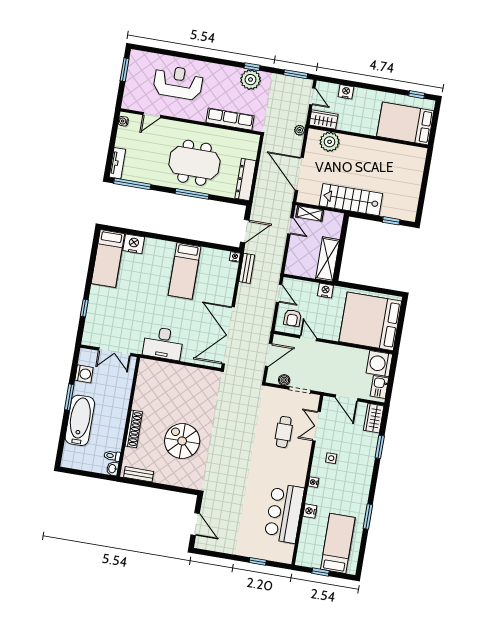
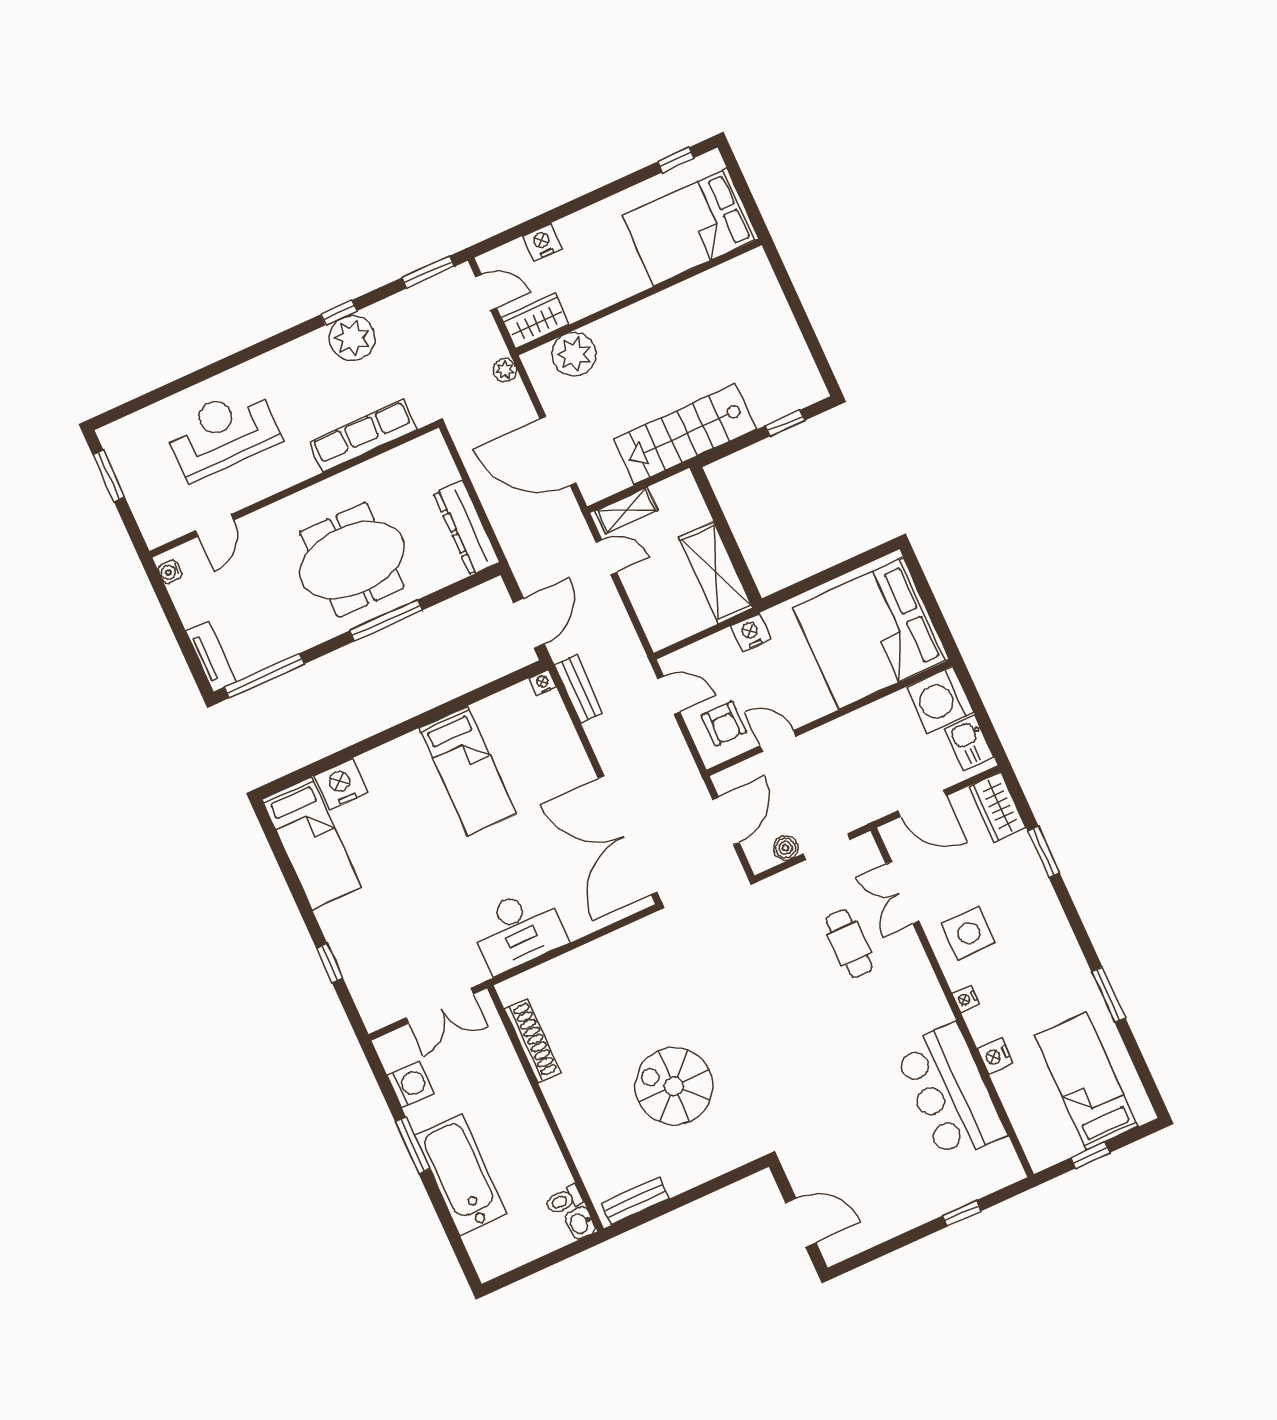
shoe rack: (134, 429) -> (532, 1041), moved
side table: (331, 458) -> (969, 933), width x1.87, depth x1.87

